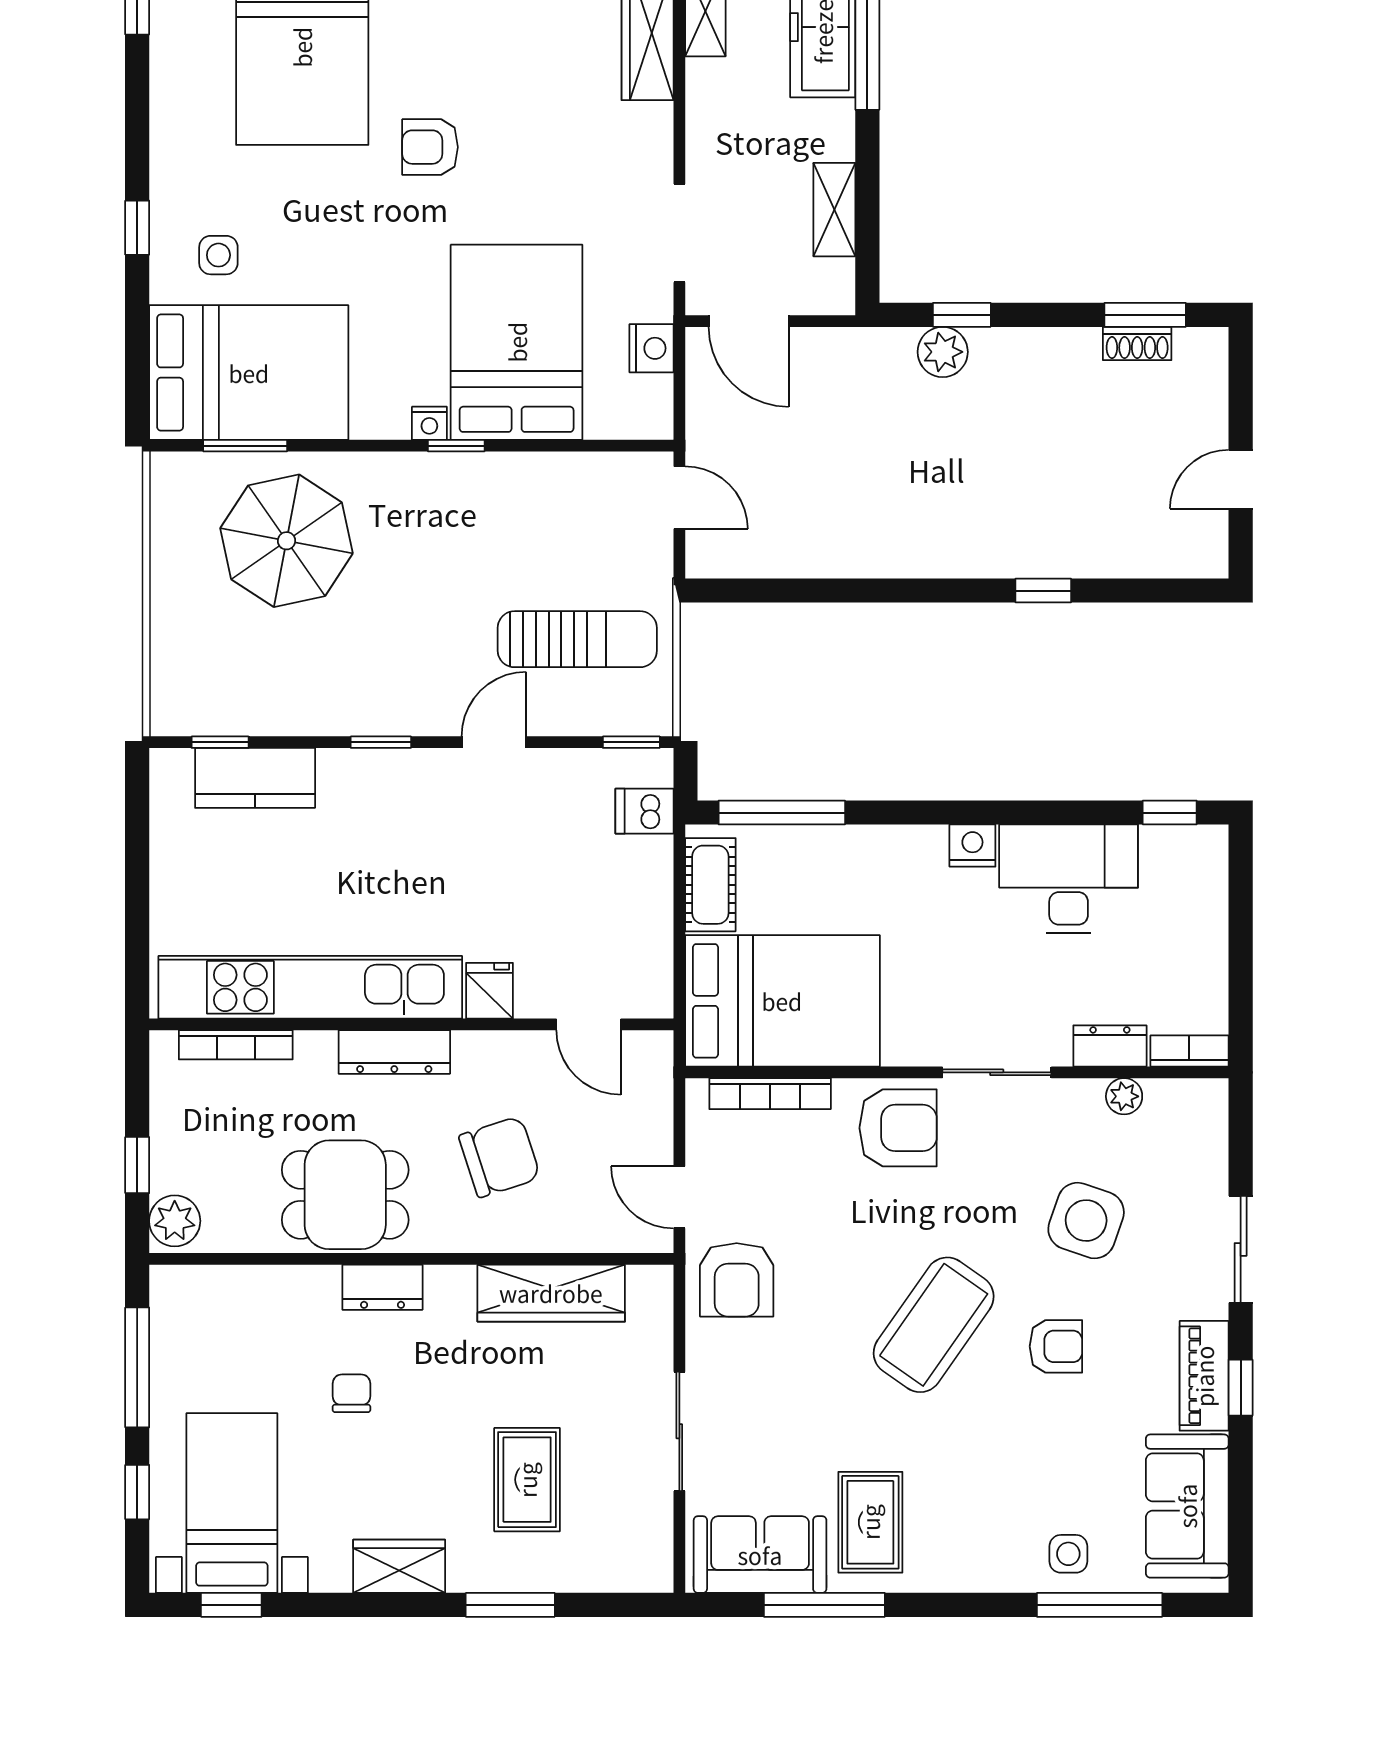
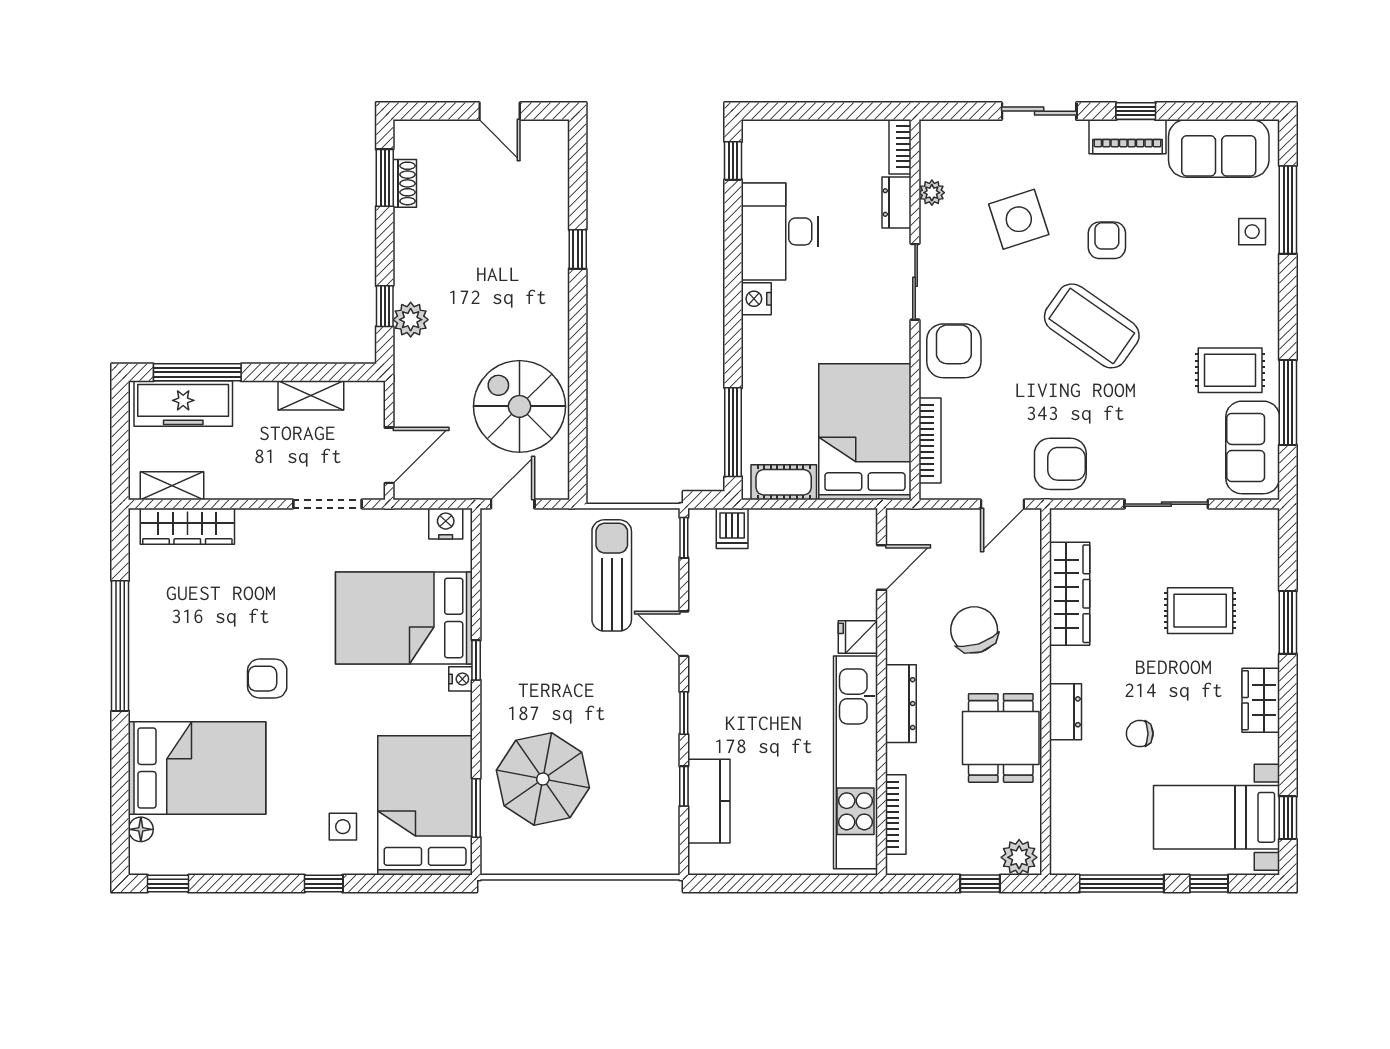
armchair: (430, 147) -> (267, 679), turned 90
nightstand: (651, 348) -> (446, 524), moved
spiral stairs: (819, 507) -> (519, 406), added
window: (220, 742) -> (684, 786), moved
side table: (1086, 1221) -> (1019, 219), turned -37

